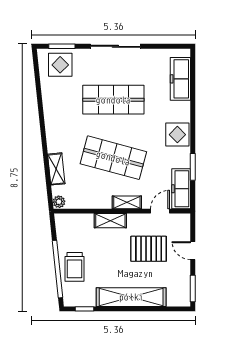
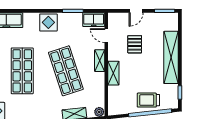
shop shelf: (113, 158) -> (66, 71), turned -33
freezer: (181, 189) -> (94, 20), width x0.71
pallet: (149, 249) -> (135, 44), width x0.67, depth x0.71
trolley: (75, 267) -> (148, 100), turned 180

